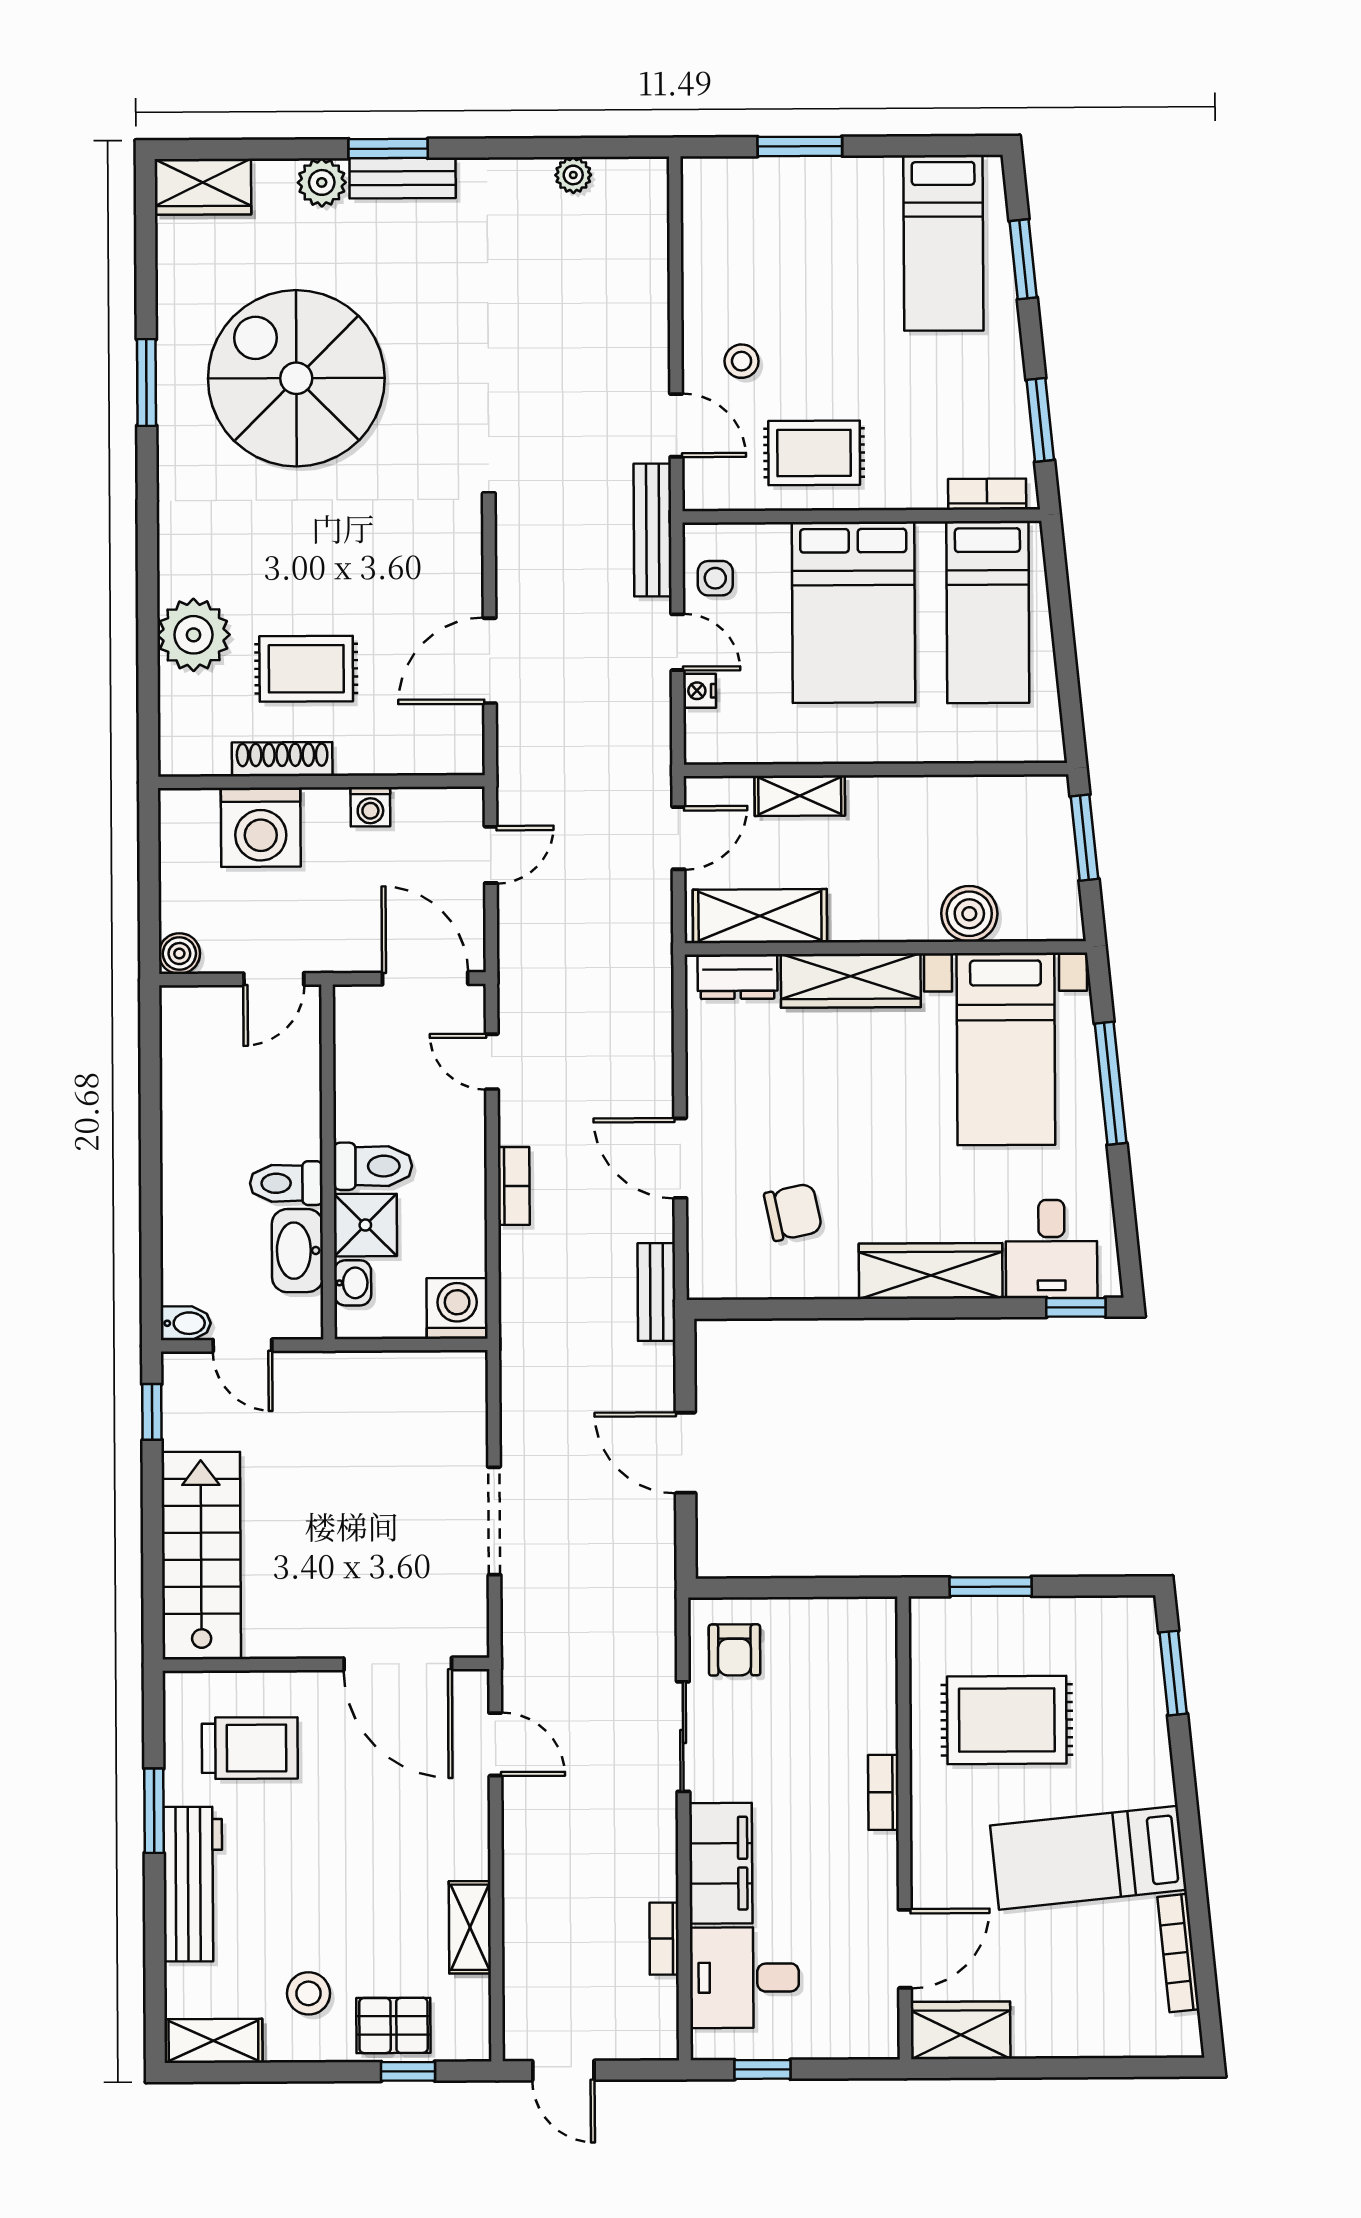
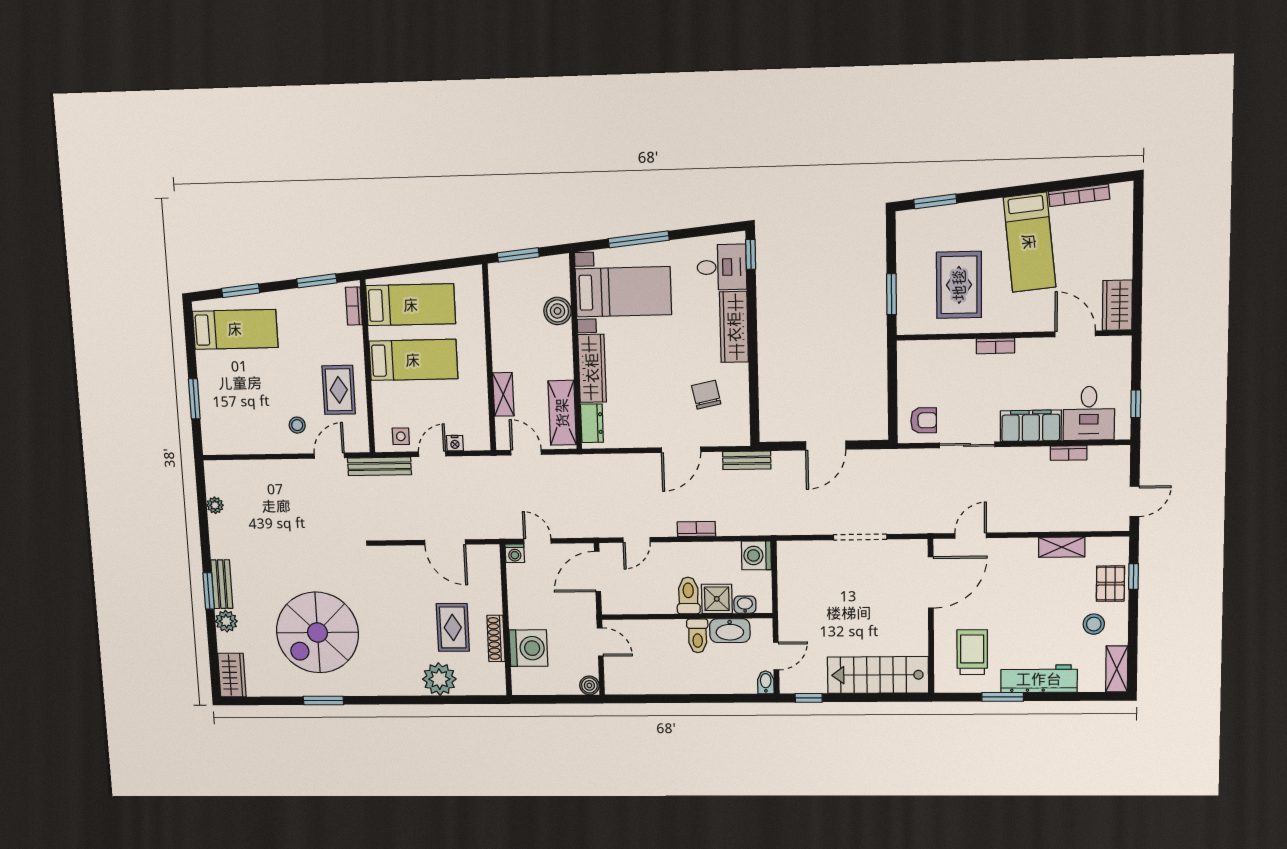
bed: (854, 612) -> (413, 360), width x0.67
washing machine: (370, 807) -> (515, 553), moved, turned 90

